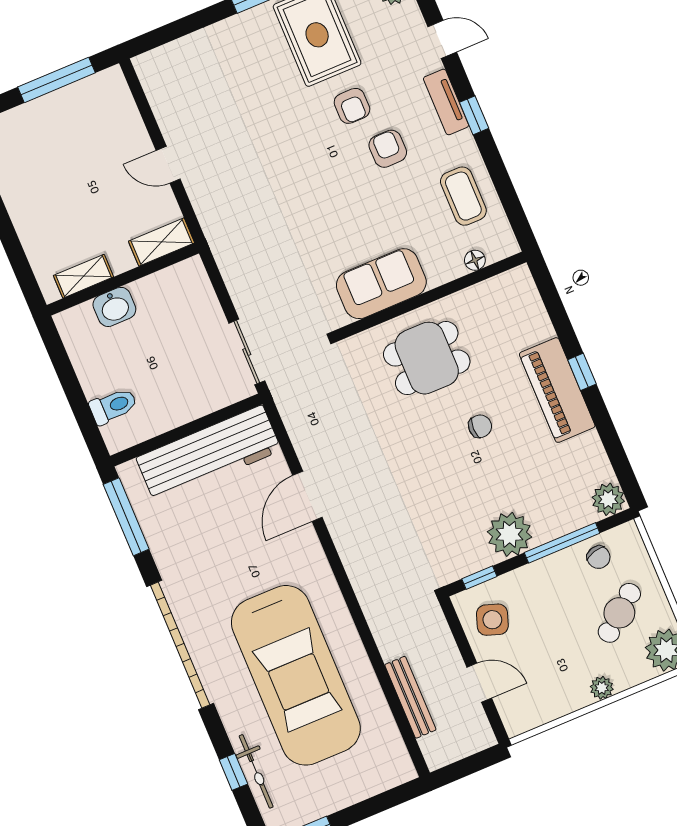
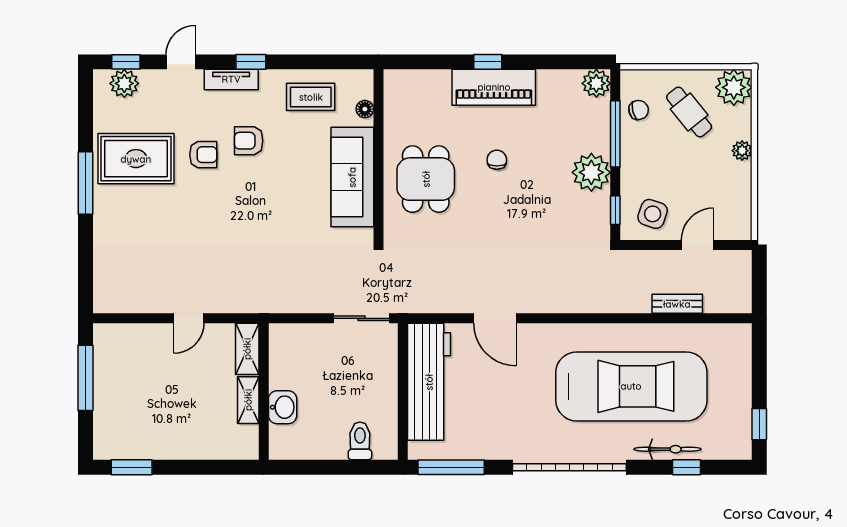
shelving: (83, 276) -> (248, 400), moved
sofa: (381, 284) -> (352, 177), width x1.36
bench: (410, 697) -> (677, 304), width x0.73
bicycle: (256, 771) -> (668, 449), moved

